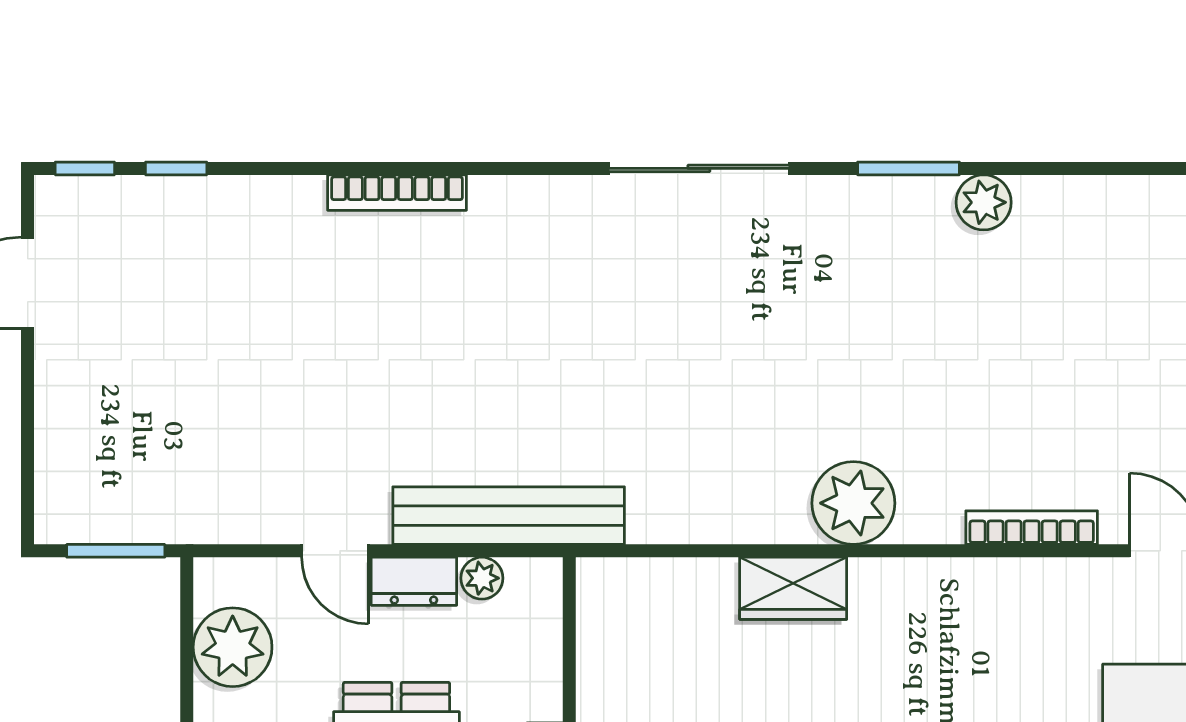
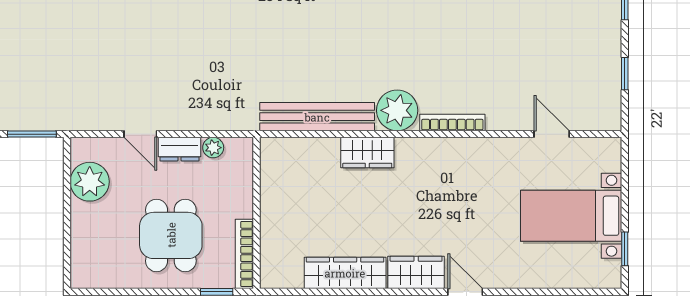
bench: (509, 516) -> (317, 117), moved
bookcase: (1032, 528) -> (452, 123), moved

